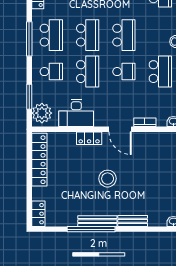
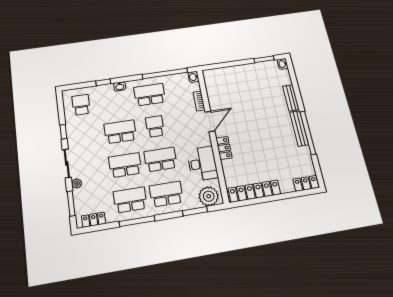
school desk: (51, 72) -> (166, 194), width x1.85
stool: (108, 179) -> (258, 125), removed

